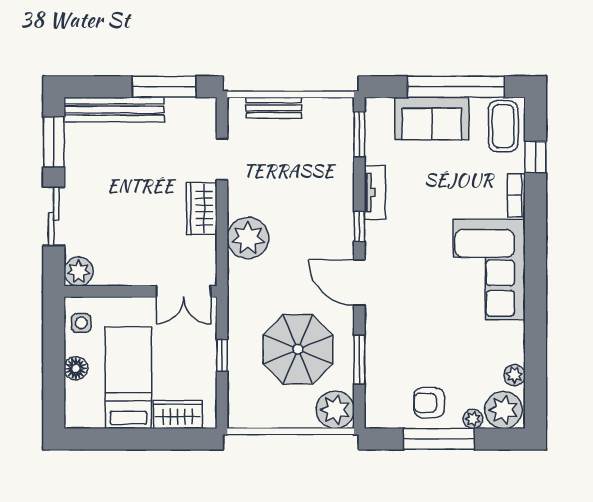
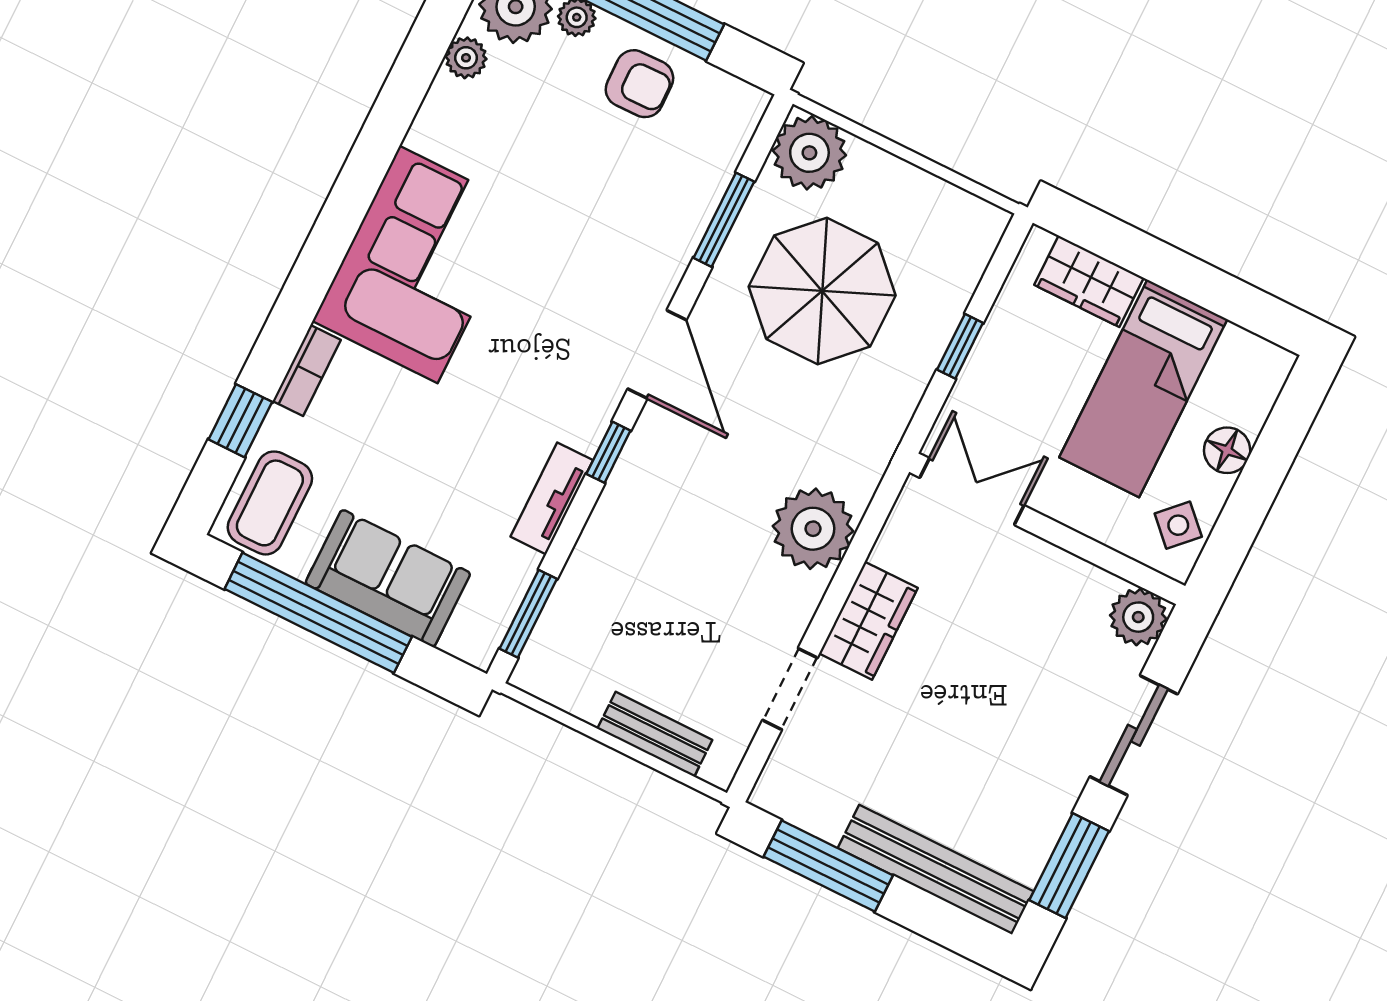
side table: (81, 323) -> (1178, 525), turned 45

